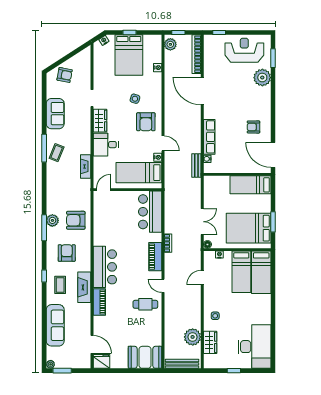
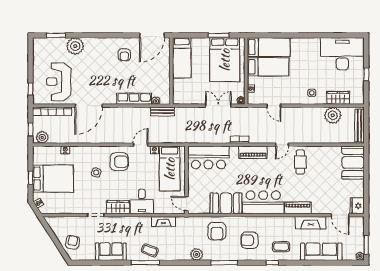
reception desk: (244, 50) -> (59, 82), moved
plant: (52, 220) -> (197, 254), moved
booth: (104, 229) -> (226, 203), added
fireplace: (84, 287) -> (311, 223), moved
door: (92, 344) -> (340, 215), swing flipped

